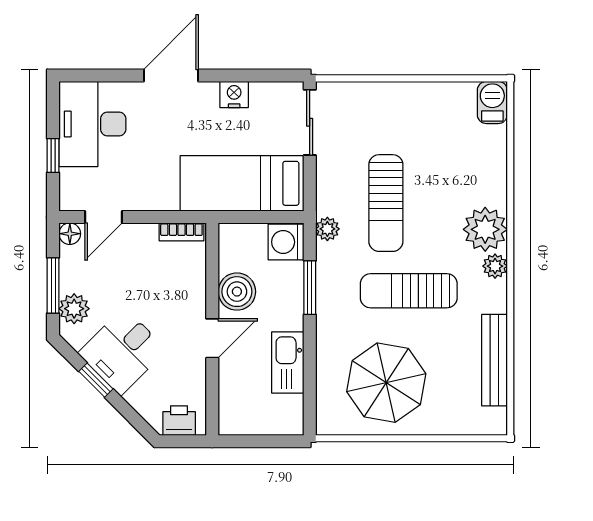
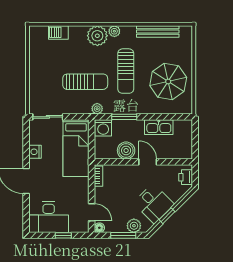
barbecue: (492, 102) -> (58, 32), moved

